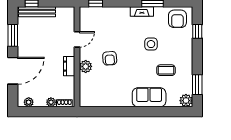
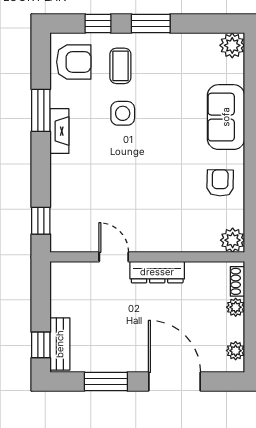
bench: (37, 12) -> (60, 344), width x0.73
armchair: (110, 58) -> (220, 183), moved, turned -85
dresser: (69, 66) -> (157, 272), width x1.44
plant: (86, 66) -> (233, 240), moved
coffee table: (166, 70) -> (120, 66), moved
window: (197, 85) -> (151, 23), moved

